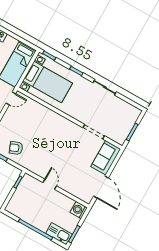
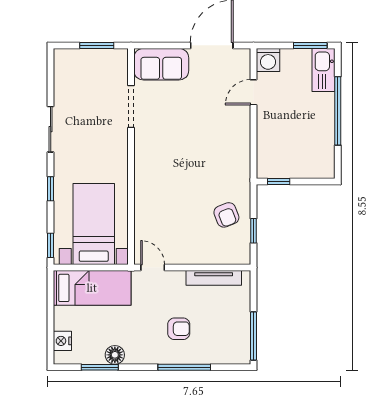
door: (50, 184) -> (253, 92), moved

